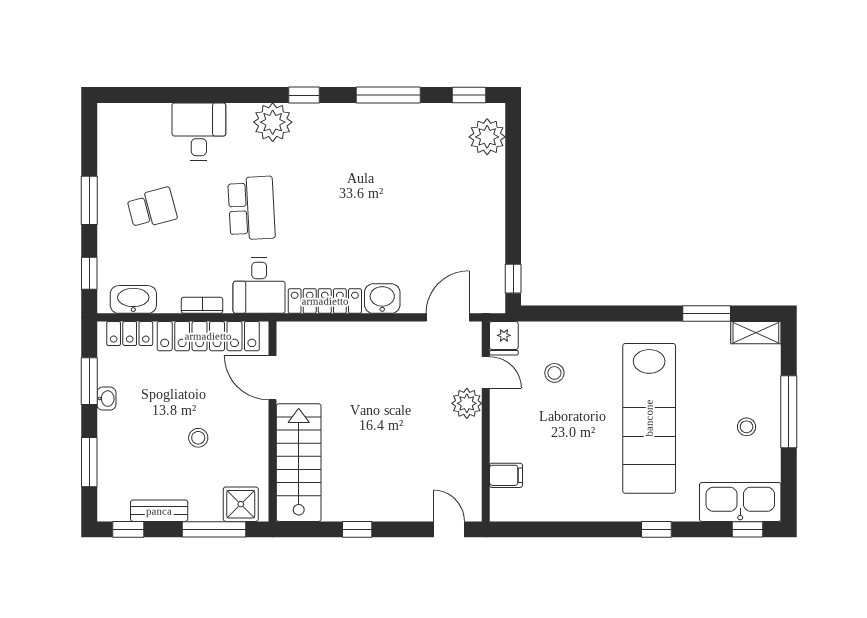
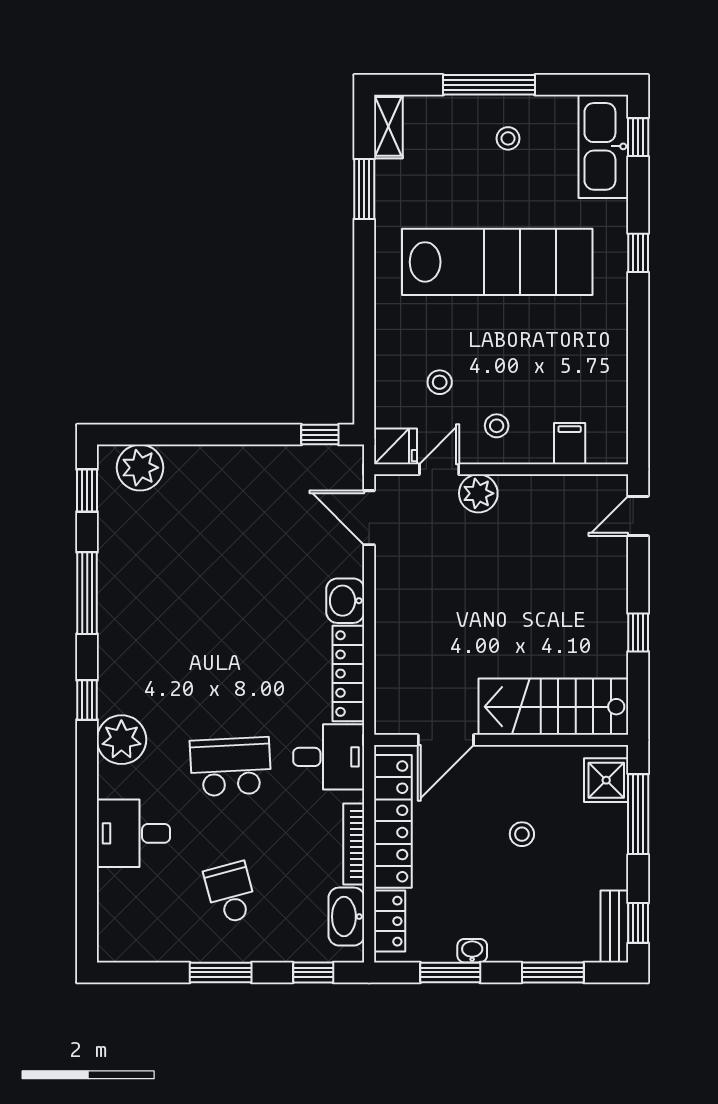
bookcase: (202, 305) -> (354, 844), width x1.56
stool: (520, 418) -> (497, 426), added
bench: (159, 511) -> (614, 927), moved

